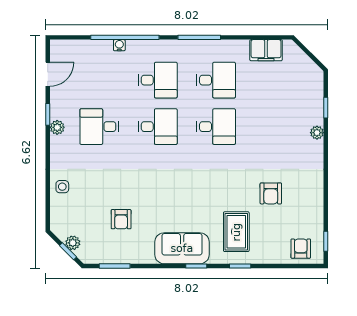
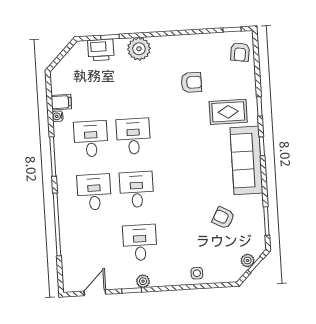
water cooler: (119, 45) -> (58, 116), moved
filing cabinet: (266, 50) -> (61, 102), width x0.50
door: (48, 74) -> (95, 293), hinge flipped
printer: (312, 97) -> (101, 50), added
desk: (99, 127) -> (140, 243), turned 180
plant: (317, 133) -> (139, 49), width x1.88, depth x1.88
armchair: (121, 219) -> (223, 218), turned -152
sofa: (182, 248) -> (246, 160), width x1.36
armchair: (301, 249) -> (240, 52), turned -82

